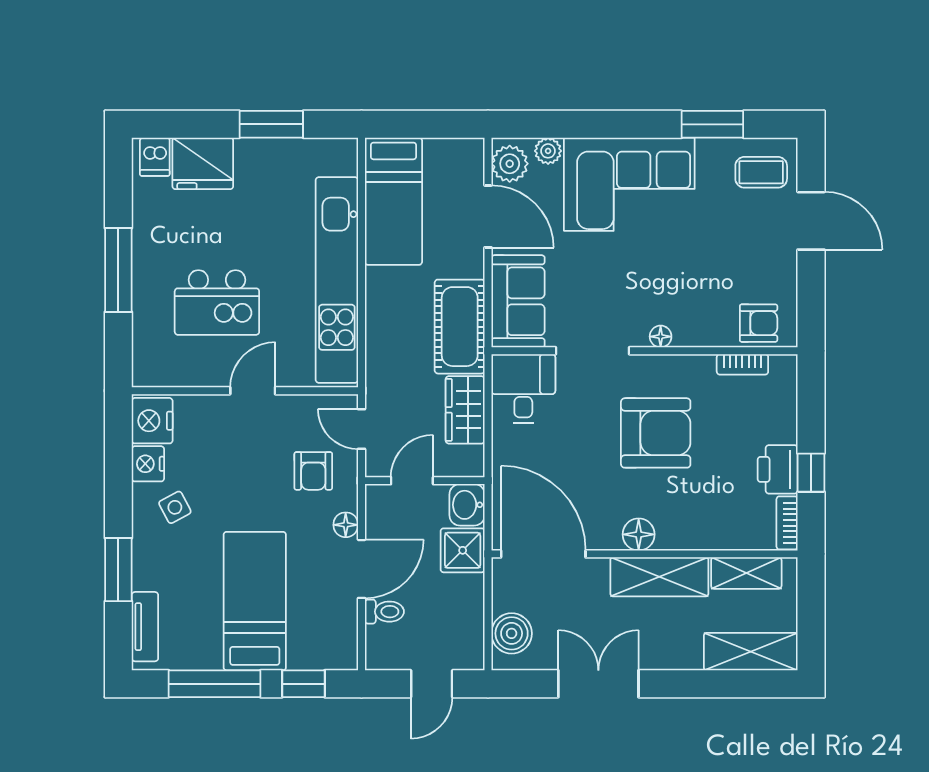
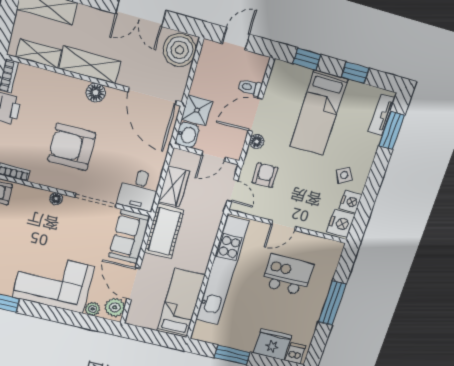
window: (118, 570) -> (392, 130), moved
boiler: (512, 633) -> (180, 50), width x1.37, depth x1.37
window: (215, 684) -> (355, 73), width x0.46

